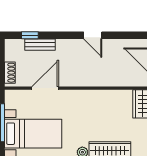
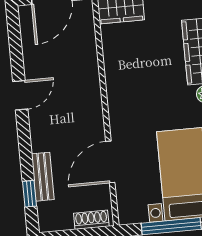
door: (45, 88) -> (110, 162), hinge flipped

